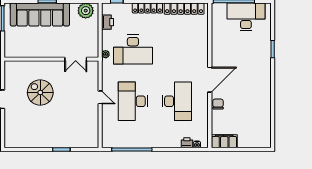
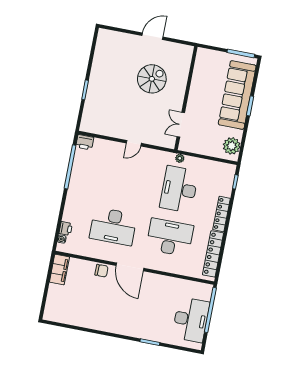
printer: (108, 22) -> (85, 142), moved
desk: (133, 101) -> (170, 237), moved

